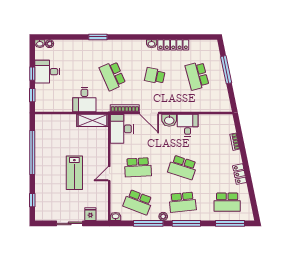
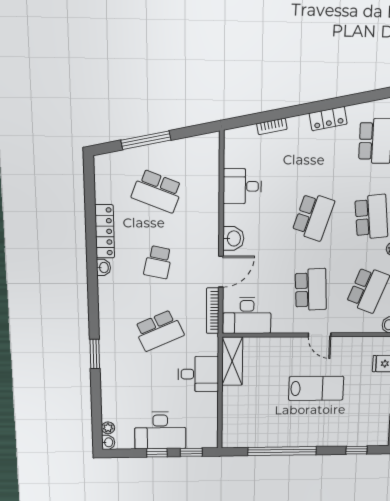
desk: (47, 72) -> (160, 430), width x1.37
school desk: (197, 76) -> (157, 191), turned 36
desk: (188, 125) -> (242, 186), moved

